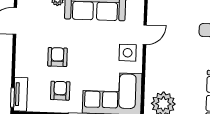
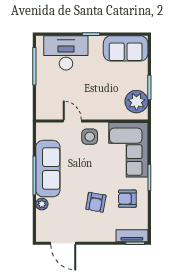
armchair: (57, 57) -> (96, 202), turned -80

